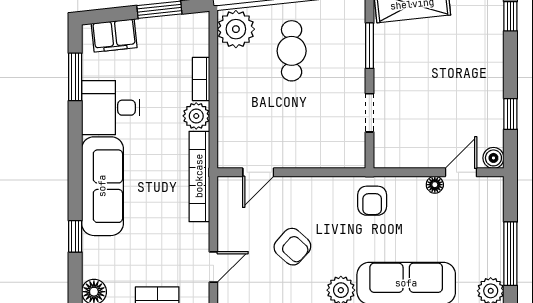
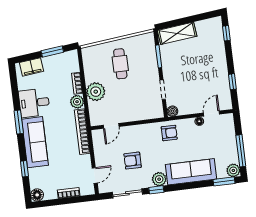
plant: (236, 29) -> (96, 92), moved
window: (75, 77) -> (19, 122), moved
boiler: (493, 158) -> (172, 111), moved
armchair: (372, 201) -> (169, 133), turned -90
armchair: (292, 247) -> (133, 161), turned 138

